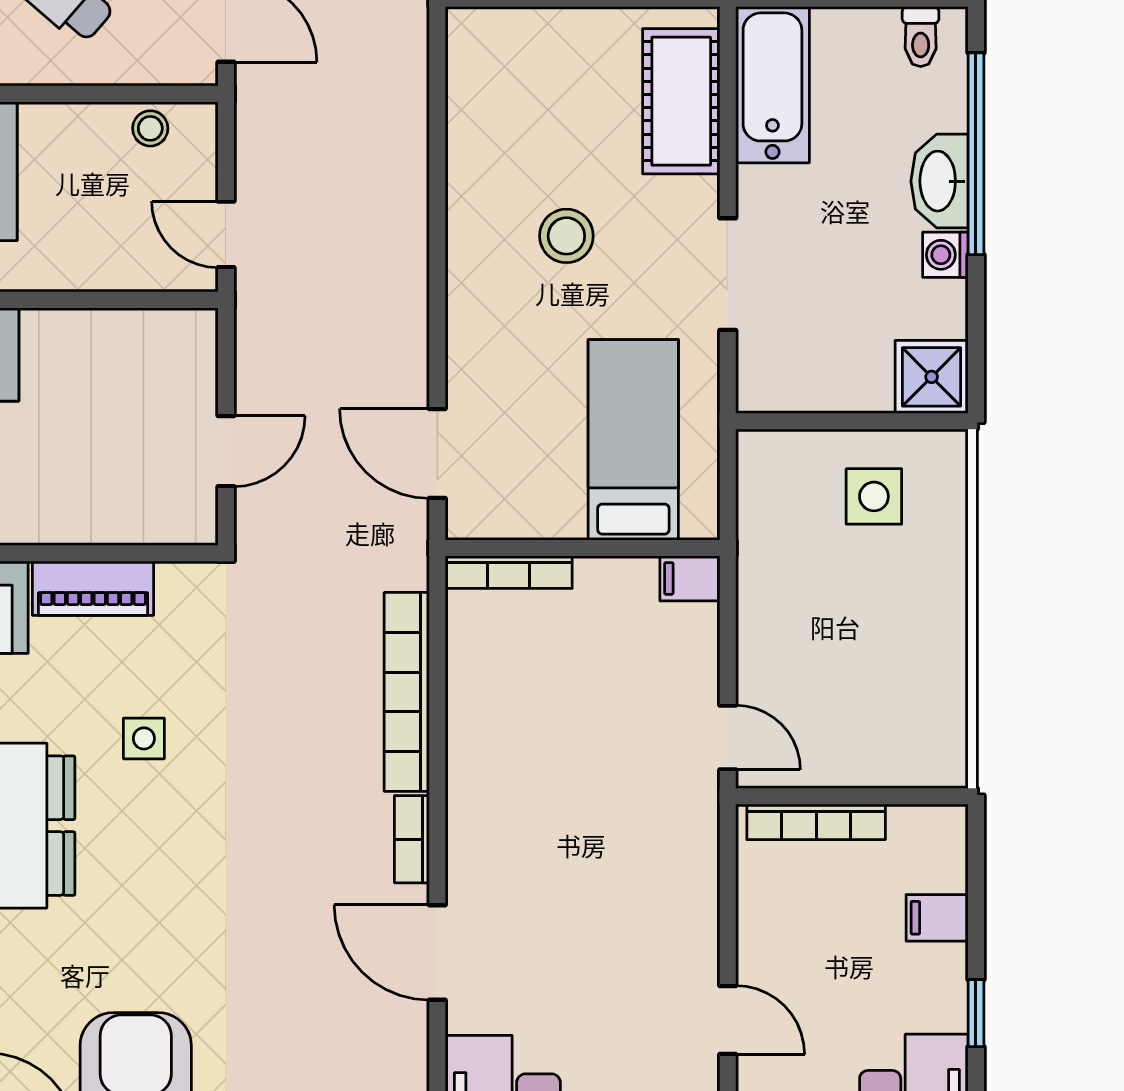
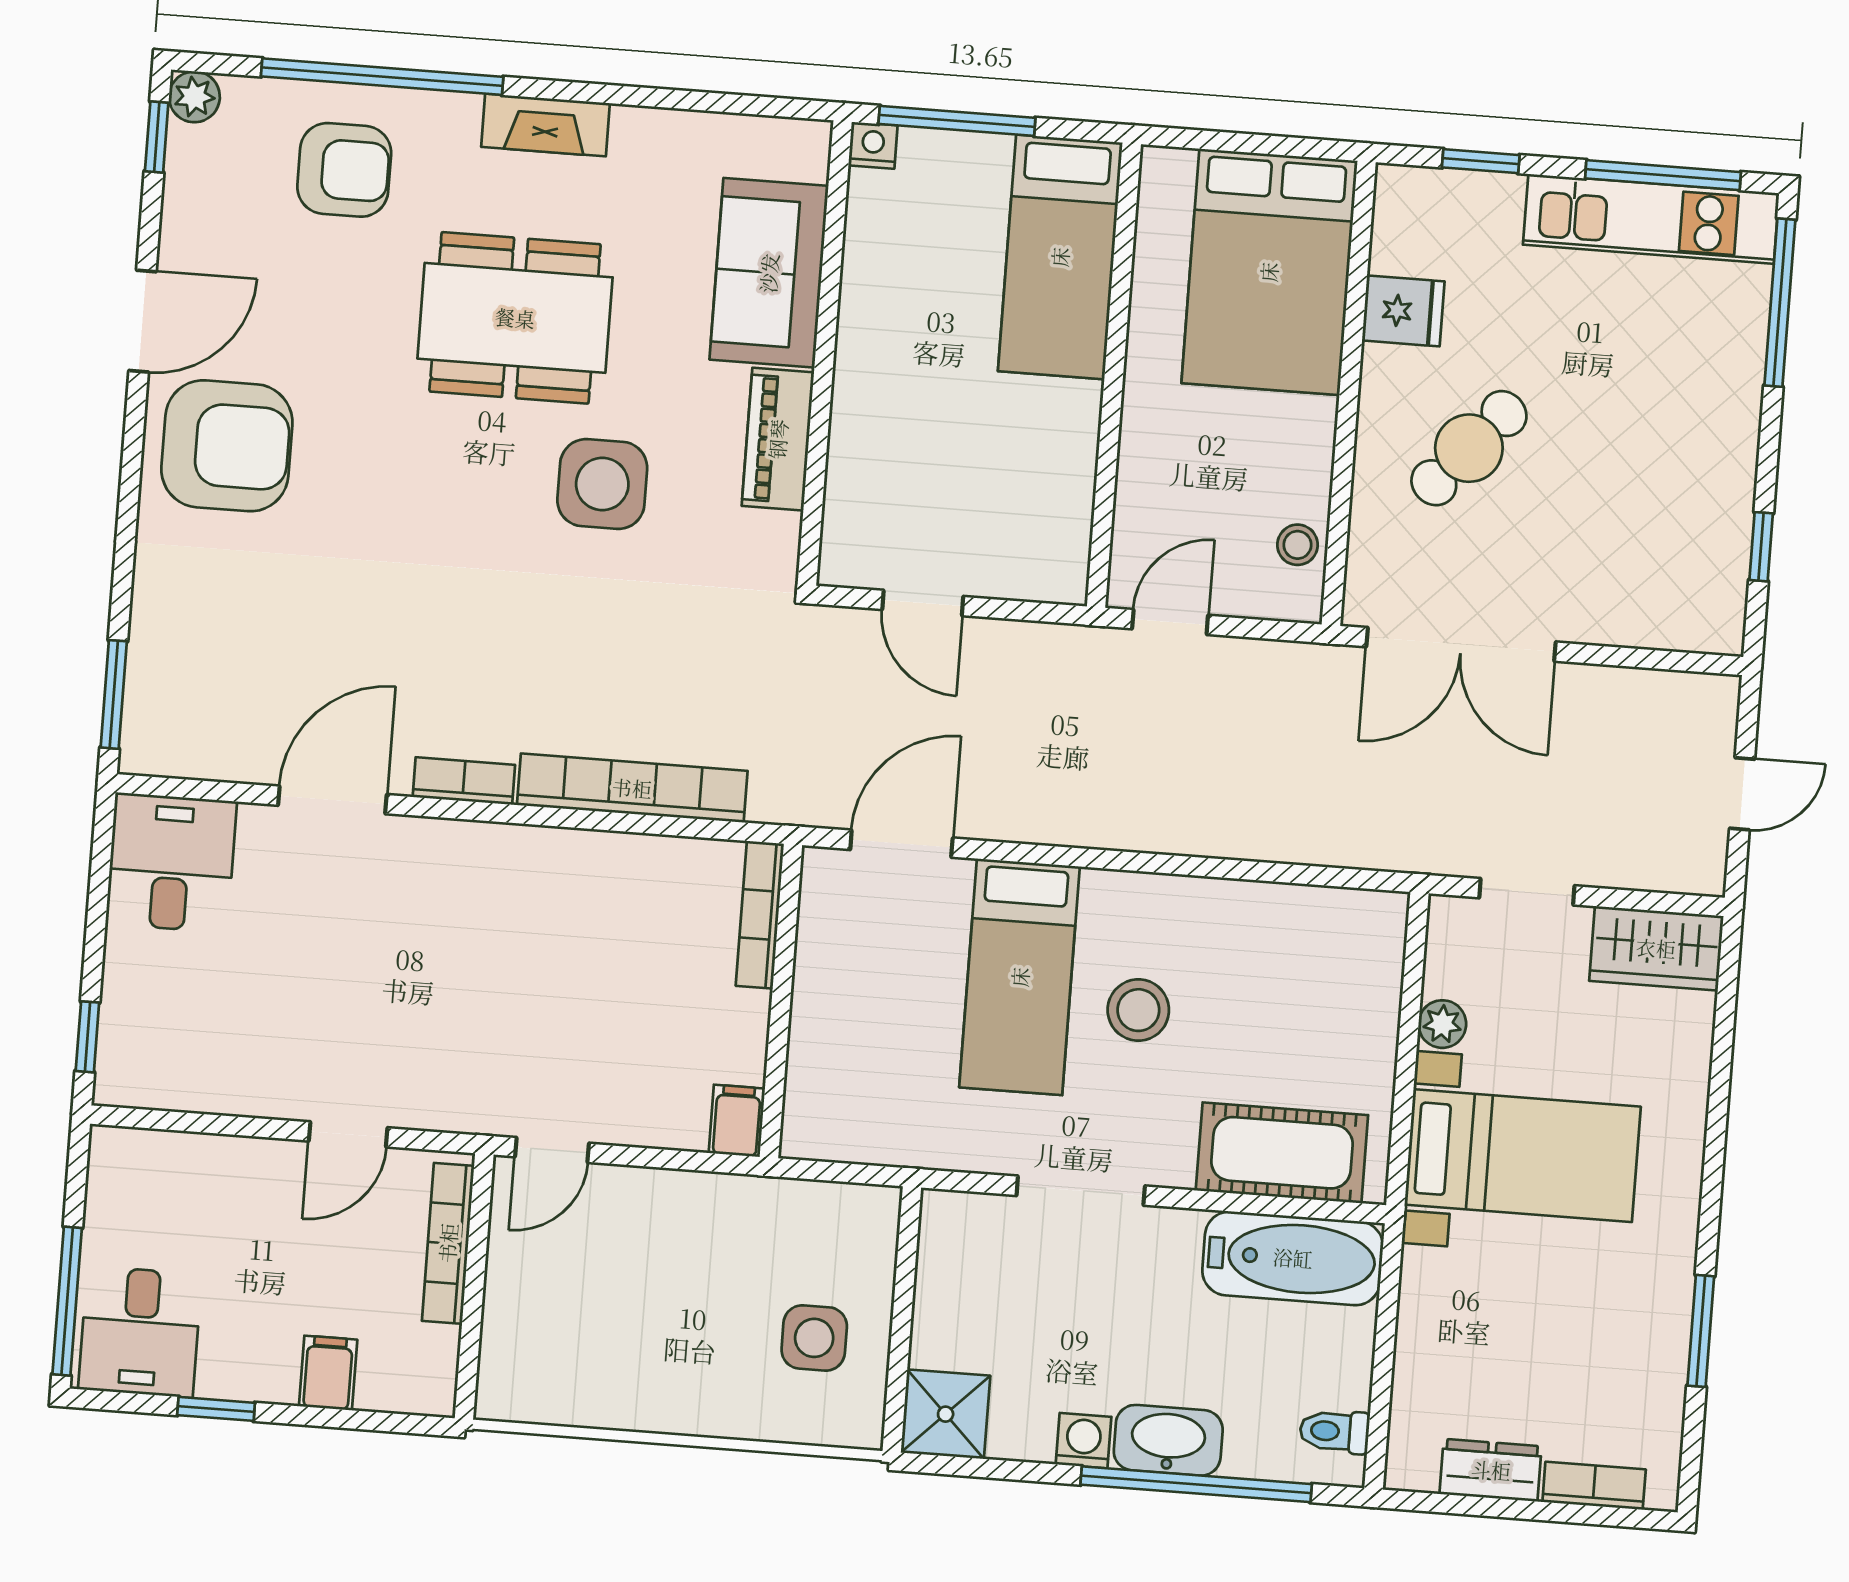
bed: (633, 440) -> (1020, 977), moved, turned 90
side table: (144, 738) -> (602, 484), width x1.87, depth x1.87
door: (728, 1020) -> (348, 1134), moved

